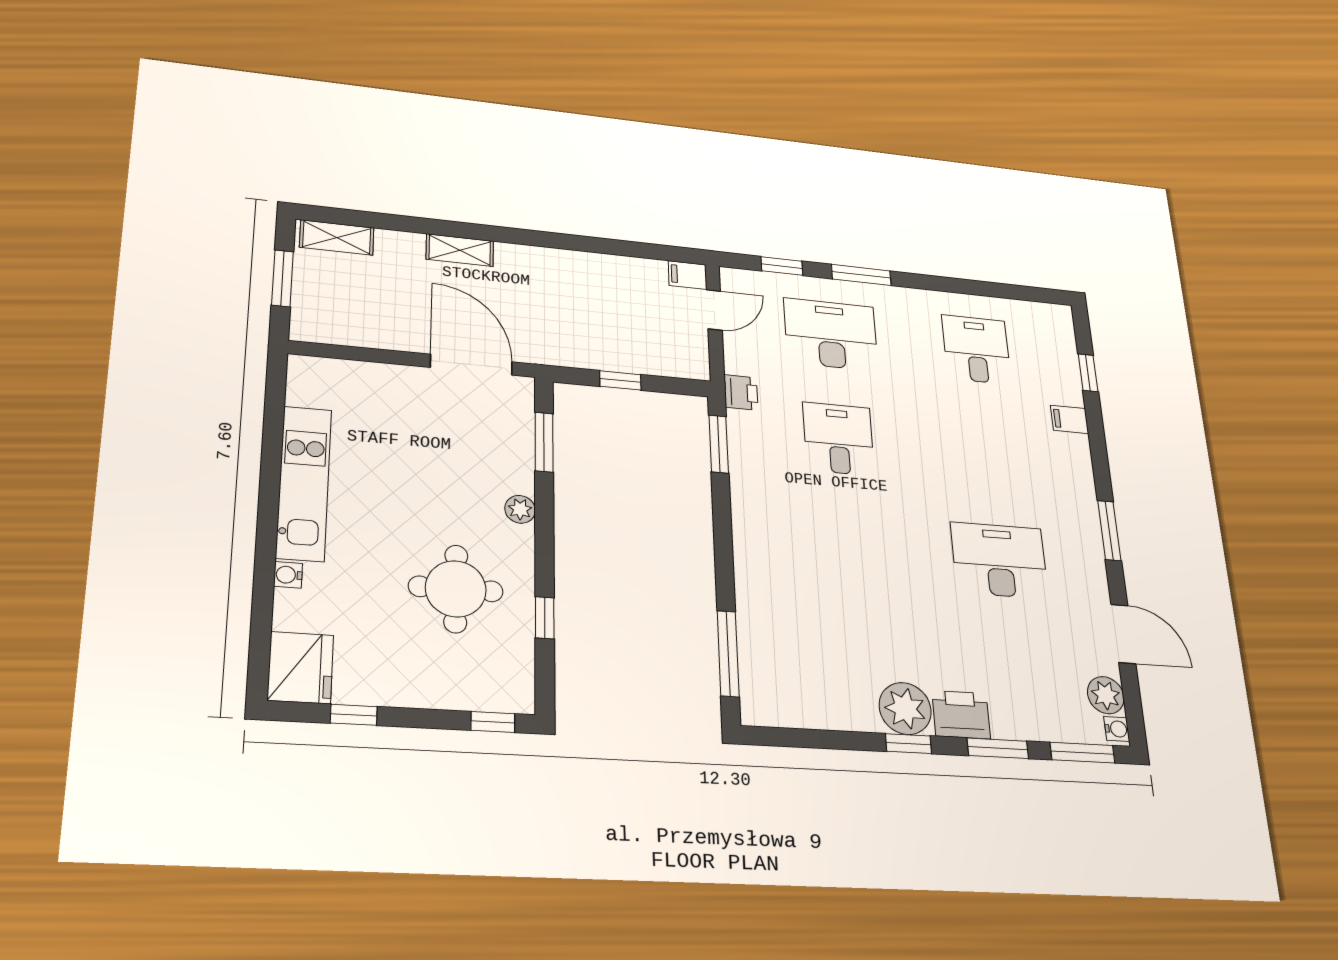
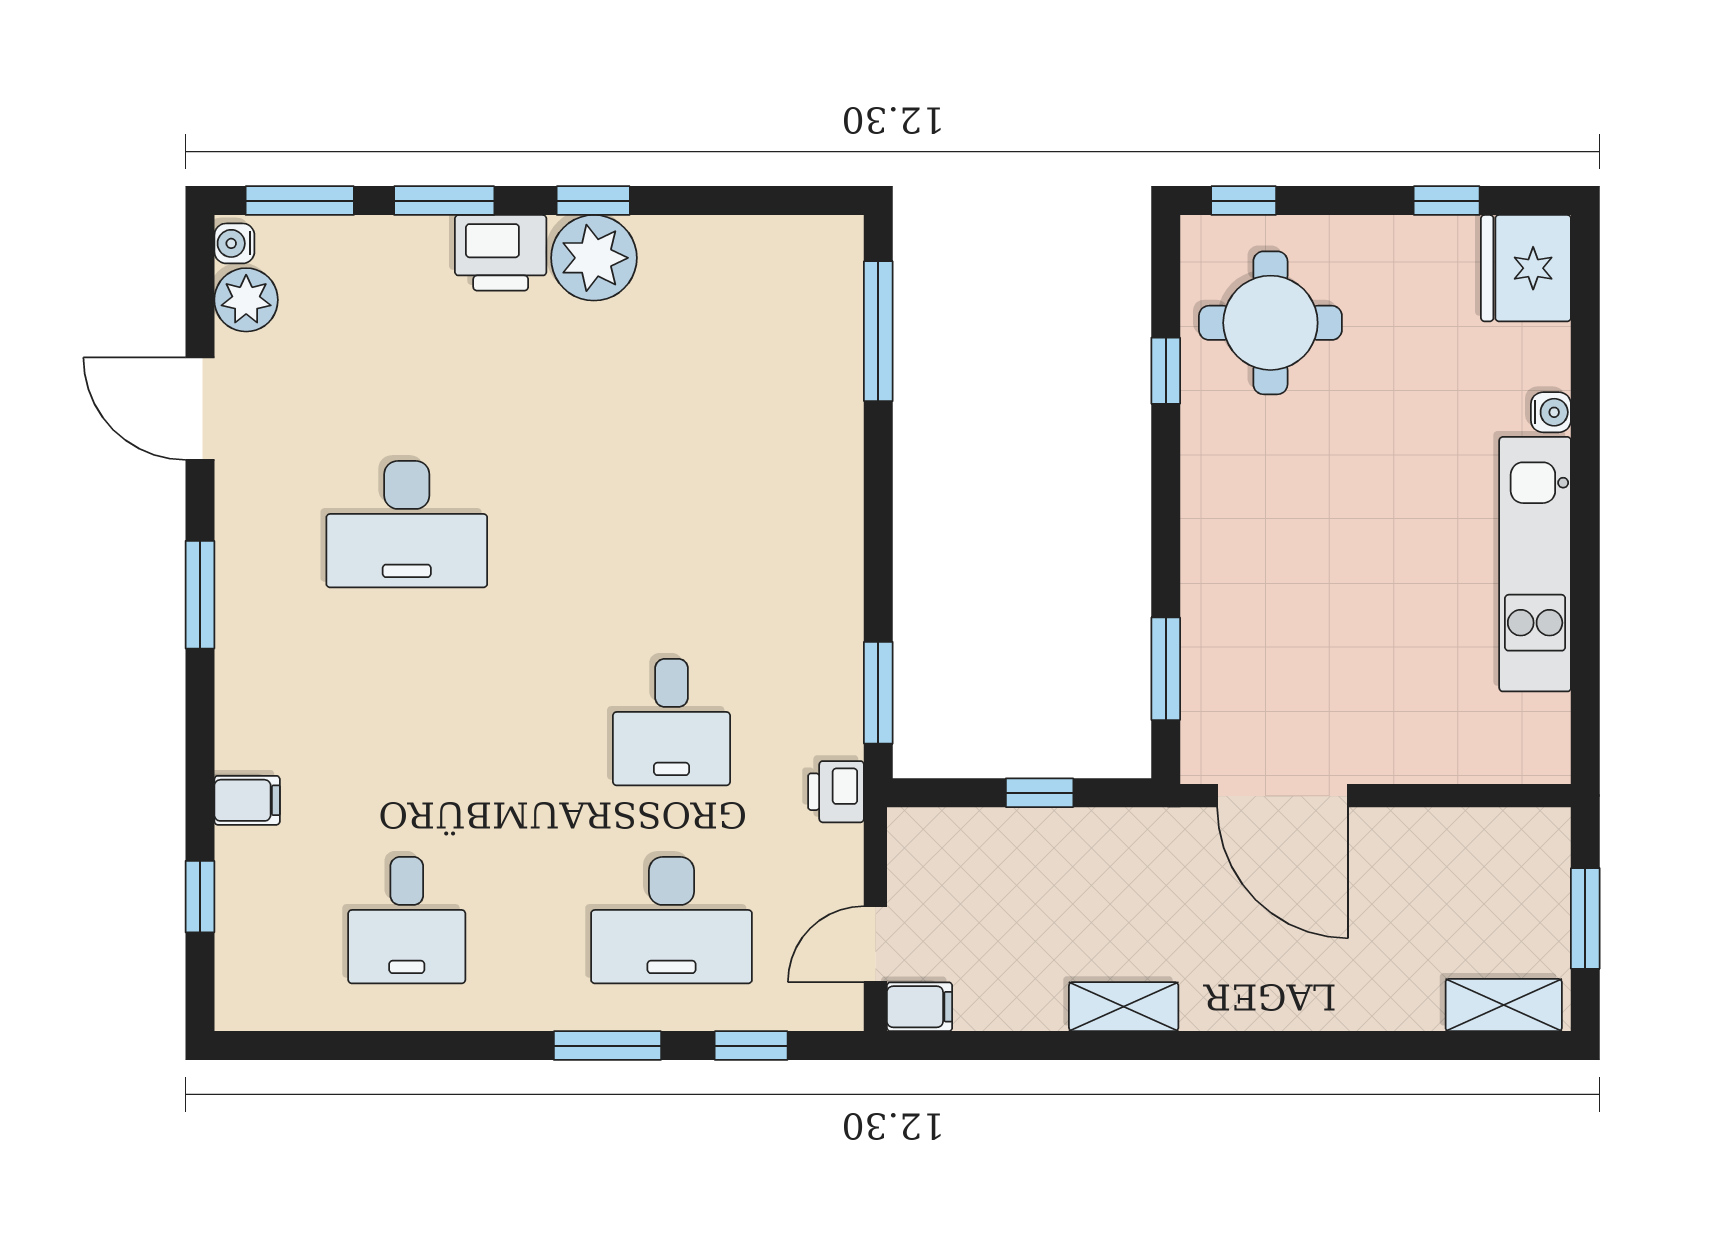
shelving: (460, 250) -> (1124, 1007), moved
plant: (520, 509) -> (1204, 549), removed
round table: (456, 589) -> (1270, 323), moved

